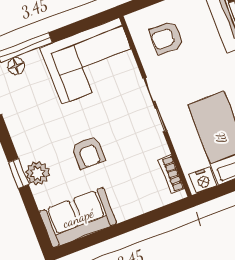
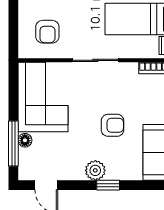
floor lamp: (16, 66) -> (25, 140), moved
plant: (38, 173) -> (95, 170), moved

